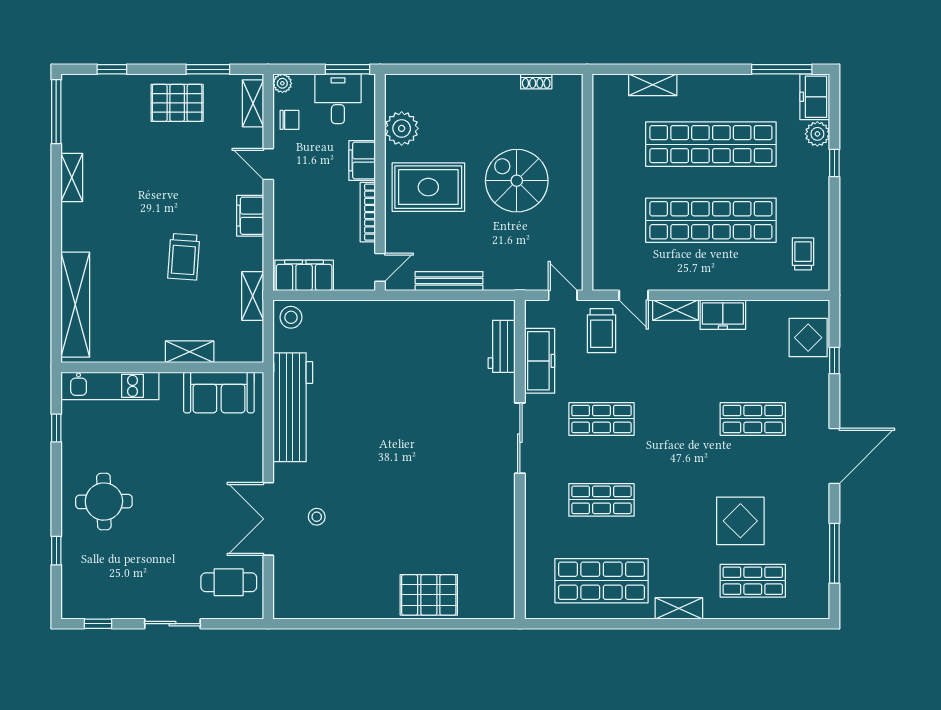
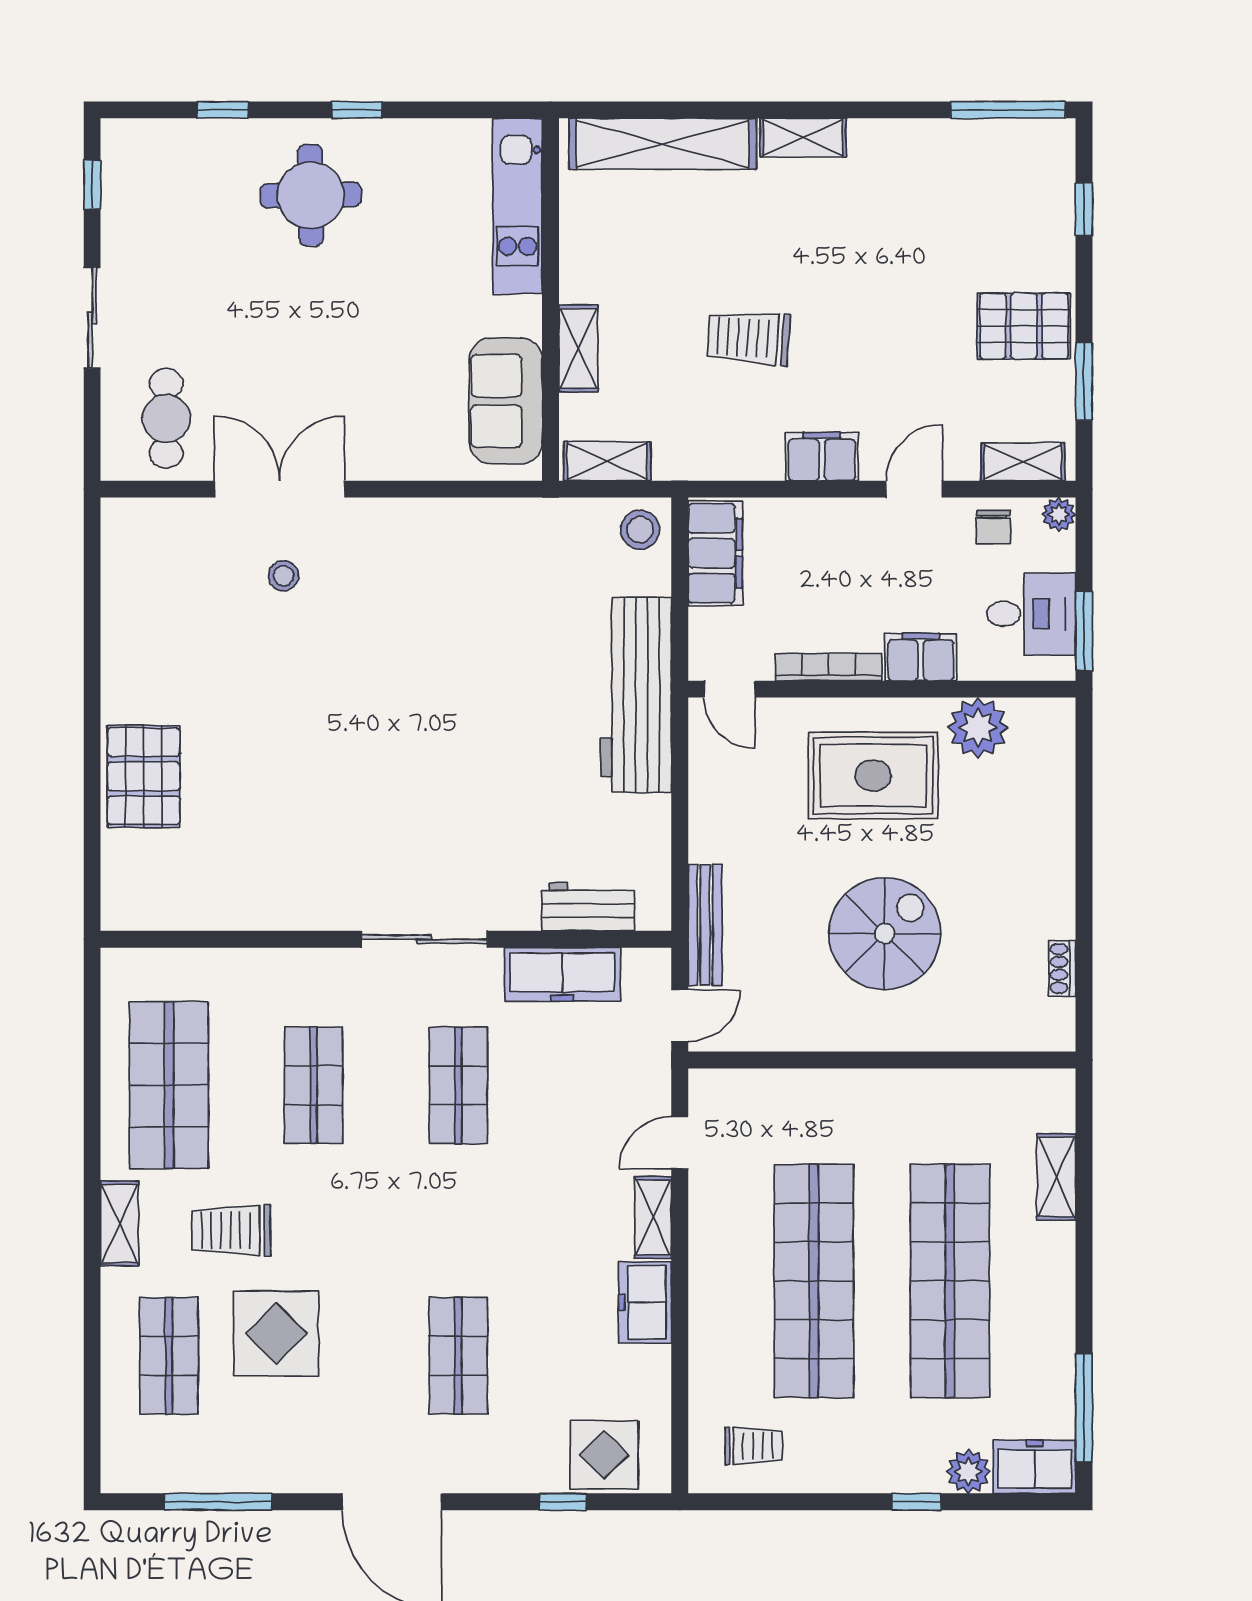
pallet: (177, 103) -> (1024, 326), turned 90
shelving: (72, 178) -> (803, 138), moved
rug: (428, 187) -> (873, 775), turned 90
bench: (449, 281) -> (705, 925), moved
shelving: (253, 296) -> (607, 461), moved
trolley: (602, 331) -> (231, 1230), moved
workbench: (293, 407) -> (636, 695), moved, turned 90
window: (56, 428) -> (357, 110), moved

